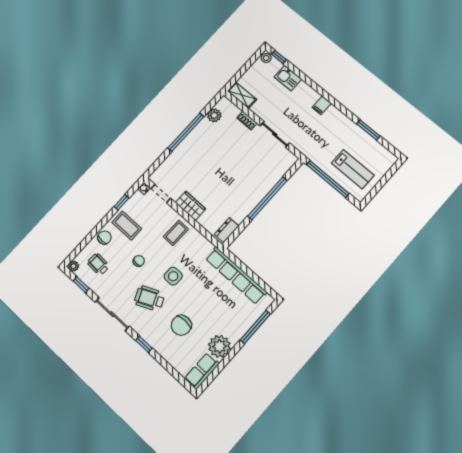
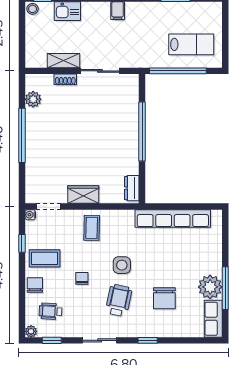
shelving: (242, 95) -> (63, 61), moved
wheelchair: (149, 298) -> (119, 300), turned 126
sliding door: (112, 314) -> (100, 340), width x0.73
window: (255, 327) -> (225, 288), moved

